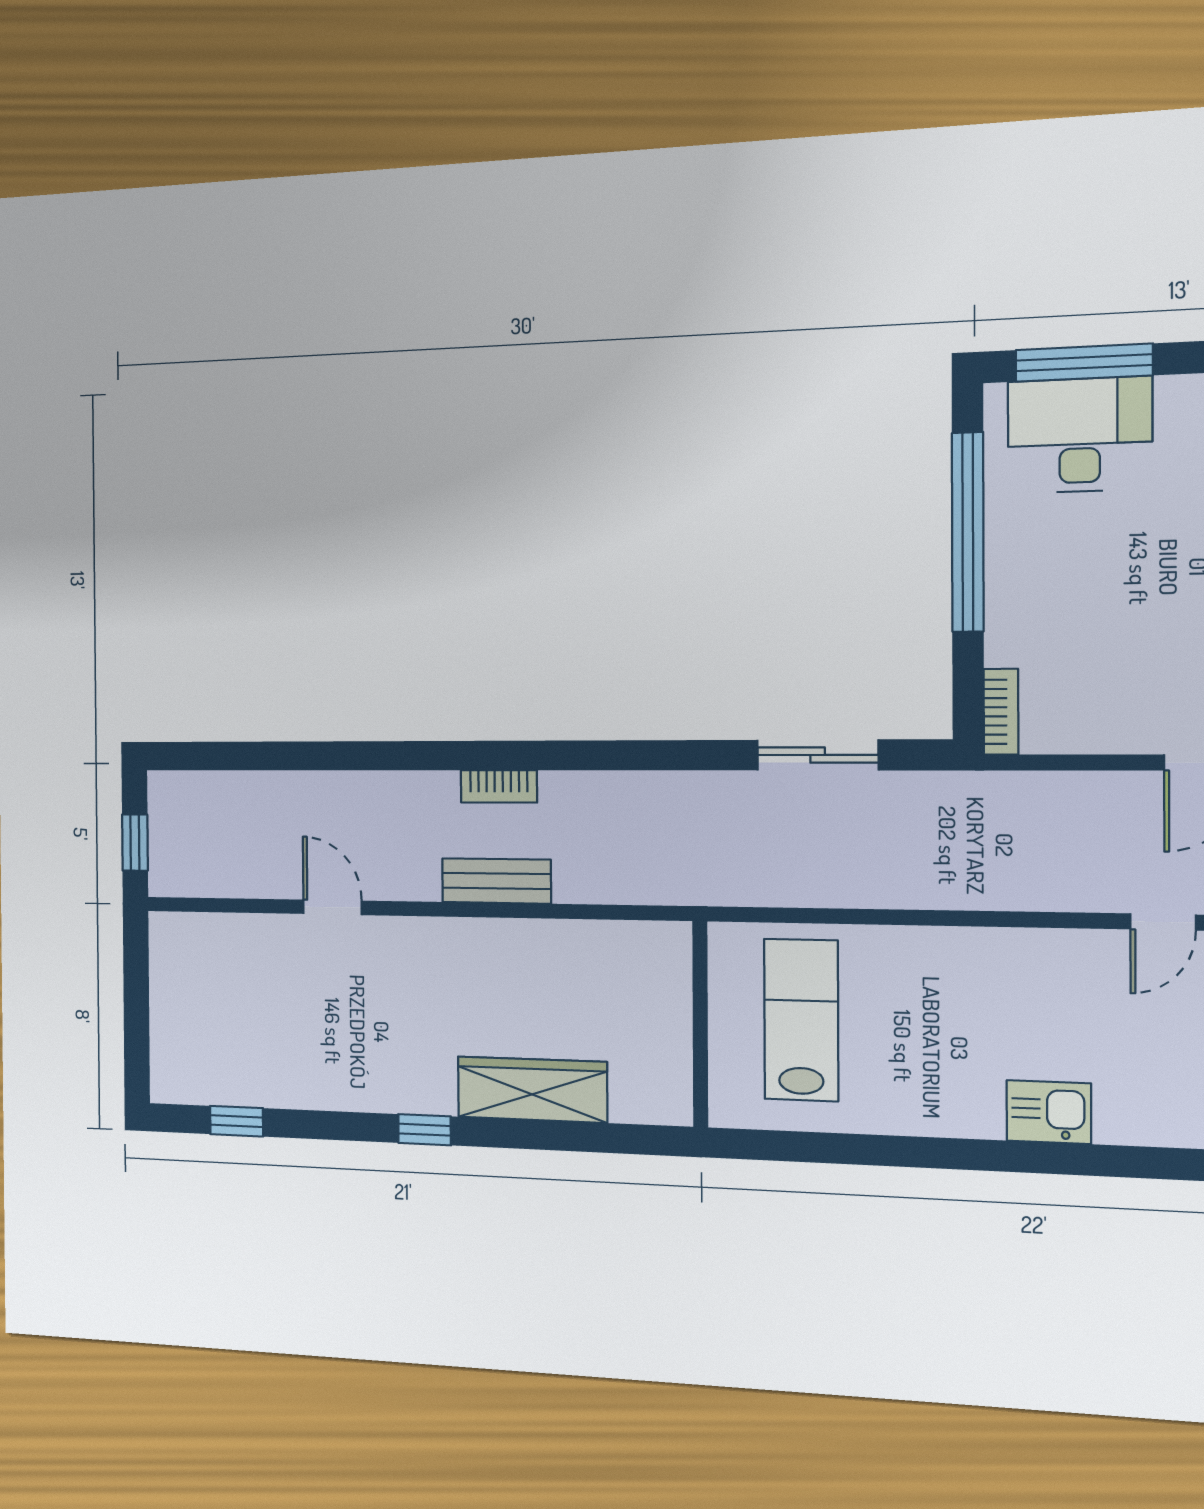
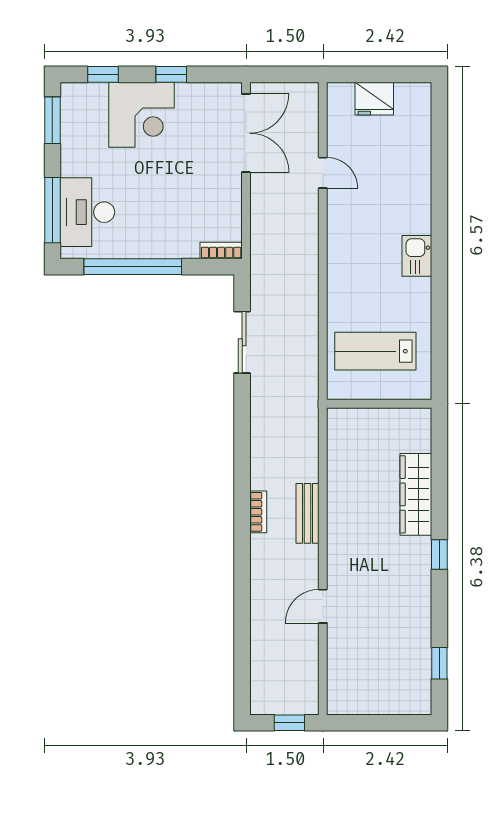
kitchen sink: (1049, 1112) -> (417, 256), moved

